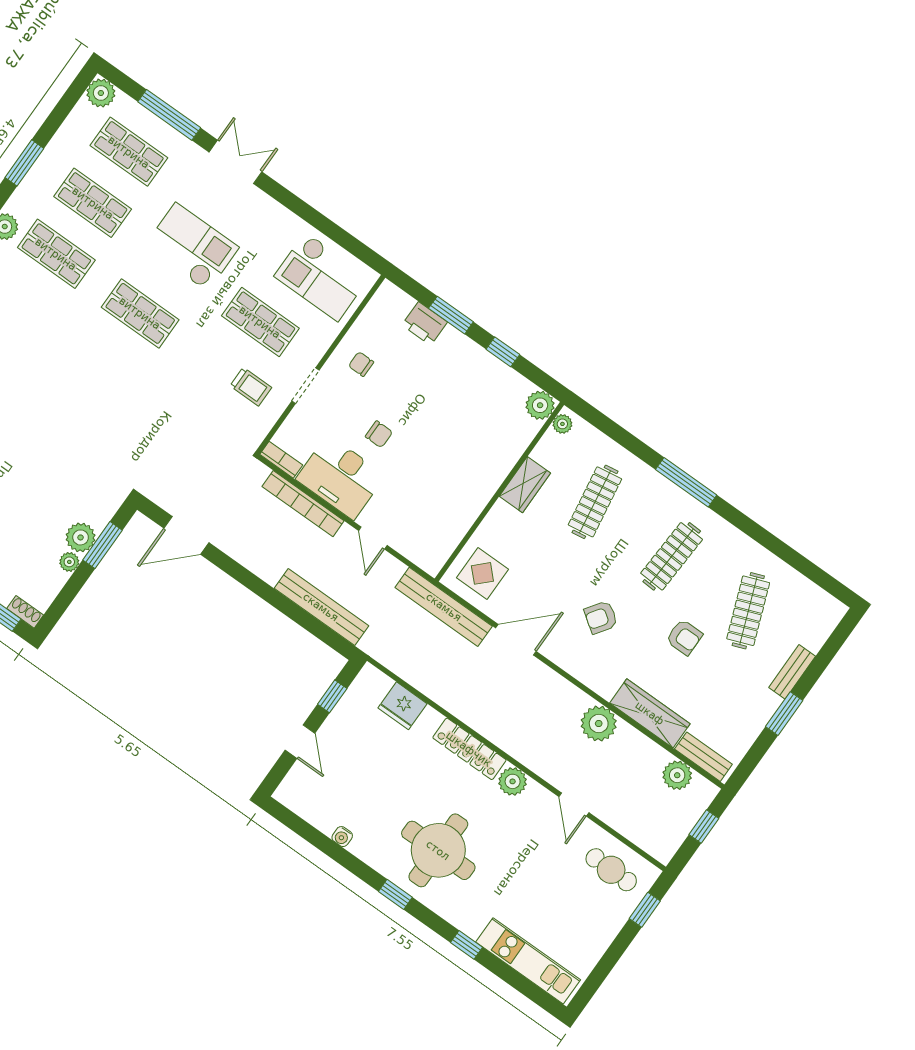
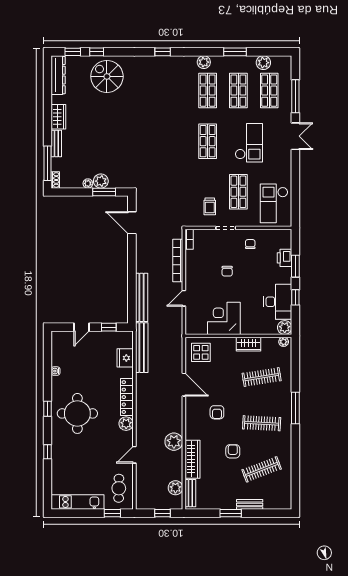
plant: (101, 93) -> (263, 63), moved
desk: (341, 477) -> (278, 302), moved, turned 180
corner desk: (453, 495) -> (224, 318), added
bench: (444, 607) -> (142, 348), moved
armchair: (601, 617) -> (217, 412), turned -125
armchair: (684, 637) -> (233, 451), turned 180
kitchen unit: (528, 961) -> (78, 502), moved, turned -90

